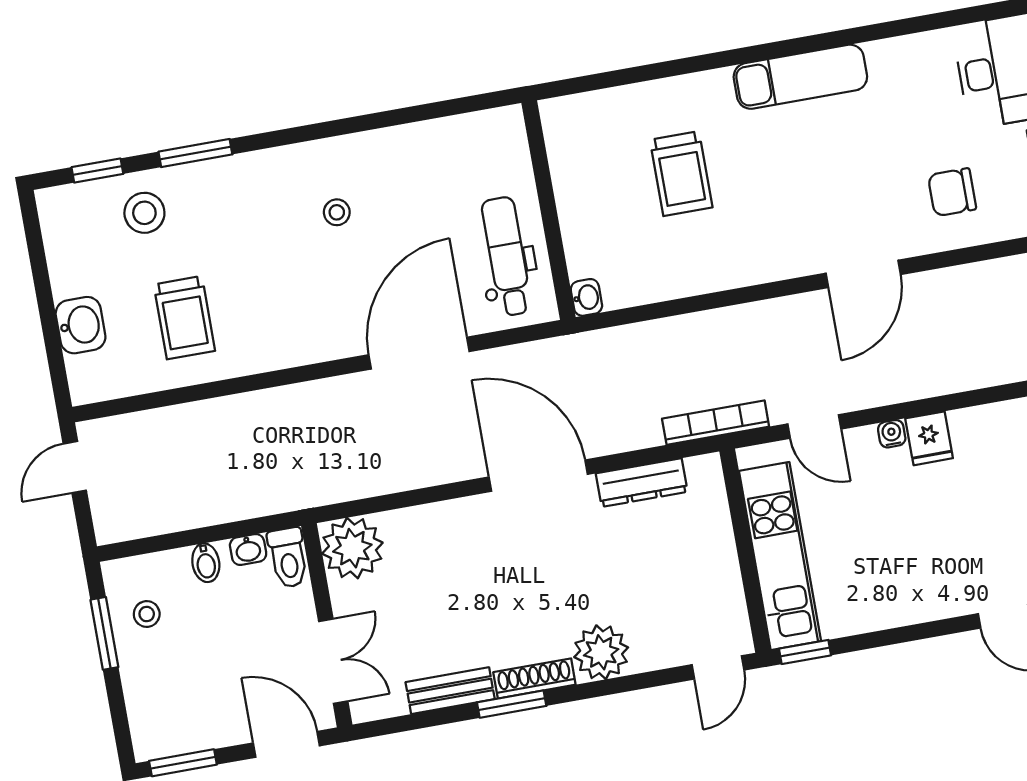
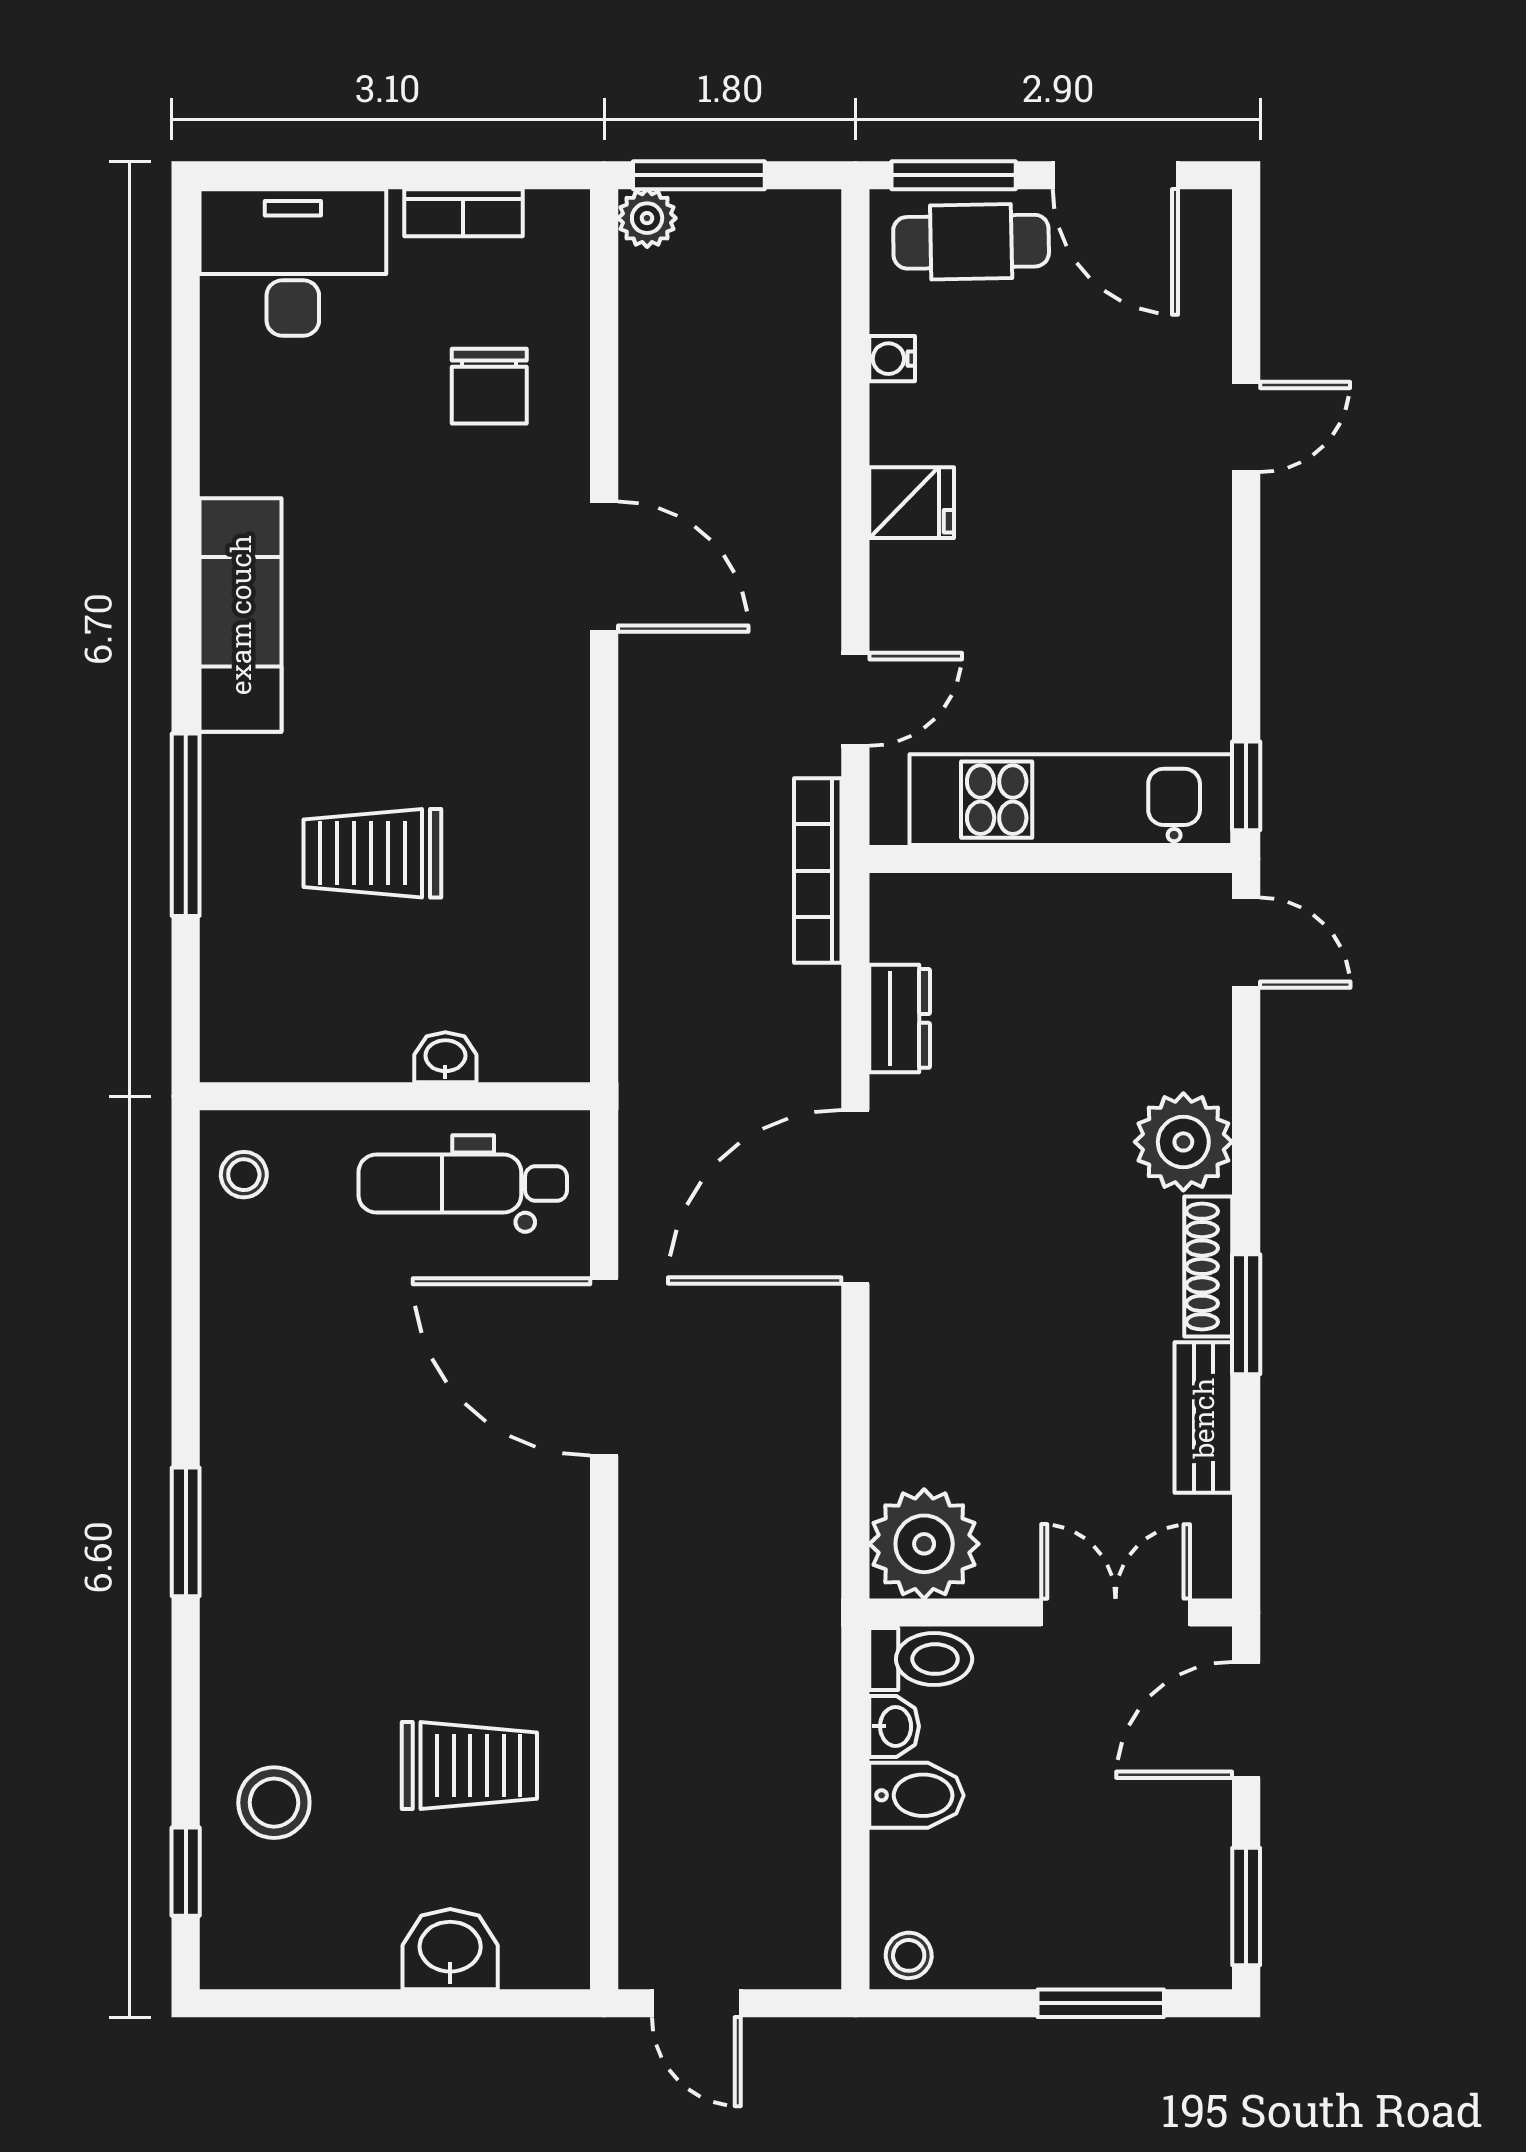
window: (679, 67) -> (186, 825), added
window: (195, 153) -> (186, 1532), moved
trolley: (681, 174) -> (372, 853), turned 180
stool: (337, 212) -> (244, 1175), moved
washbasin: (586, 297) -> (445, 1057), moved
water cooler: (892, 434) -> (892, 359), moved
dresser: (642, 483) -> (900, 1018), width x0.70
bidet: (206, 563) -> (916, 1795), width x1.38, depth x1.36
stool: (147, 614) -> (909, 1955), moved
window: (104, 633) -> (1101, 2003), moved

